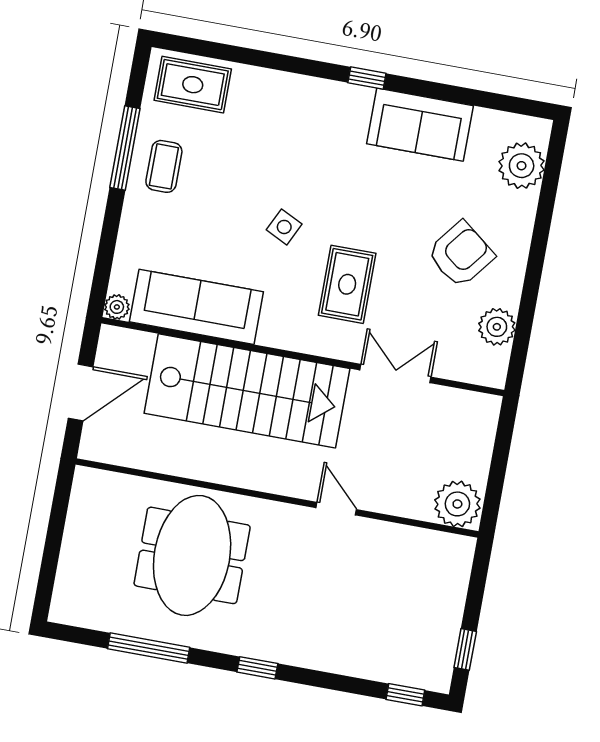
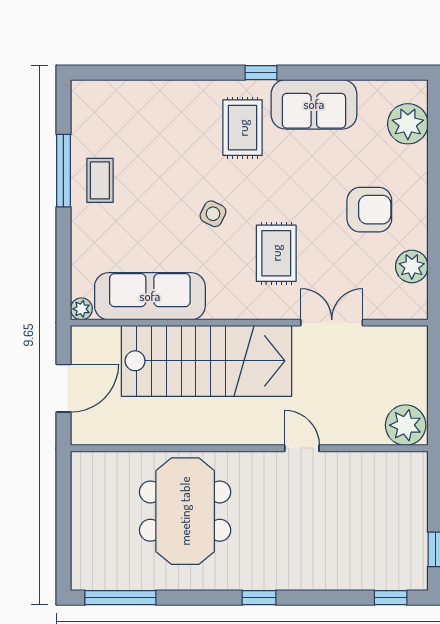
rug: (193, 85) -> (243, 128), moved, turned 90
armchair: (461, 254) -> (369, 210), turned 52
window: (149, 648) -> (120, 598), moved

